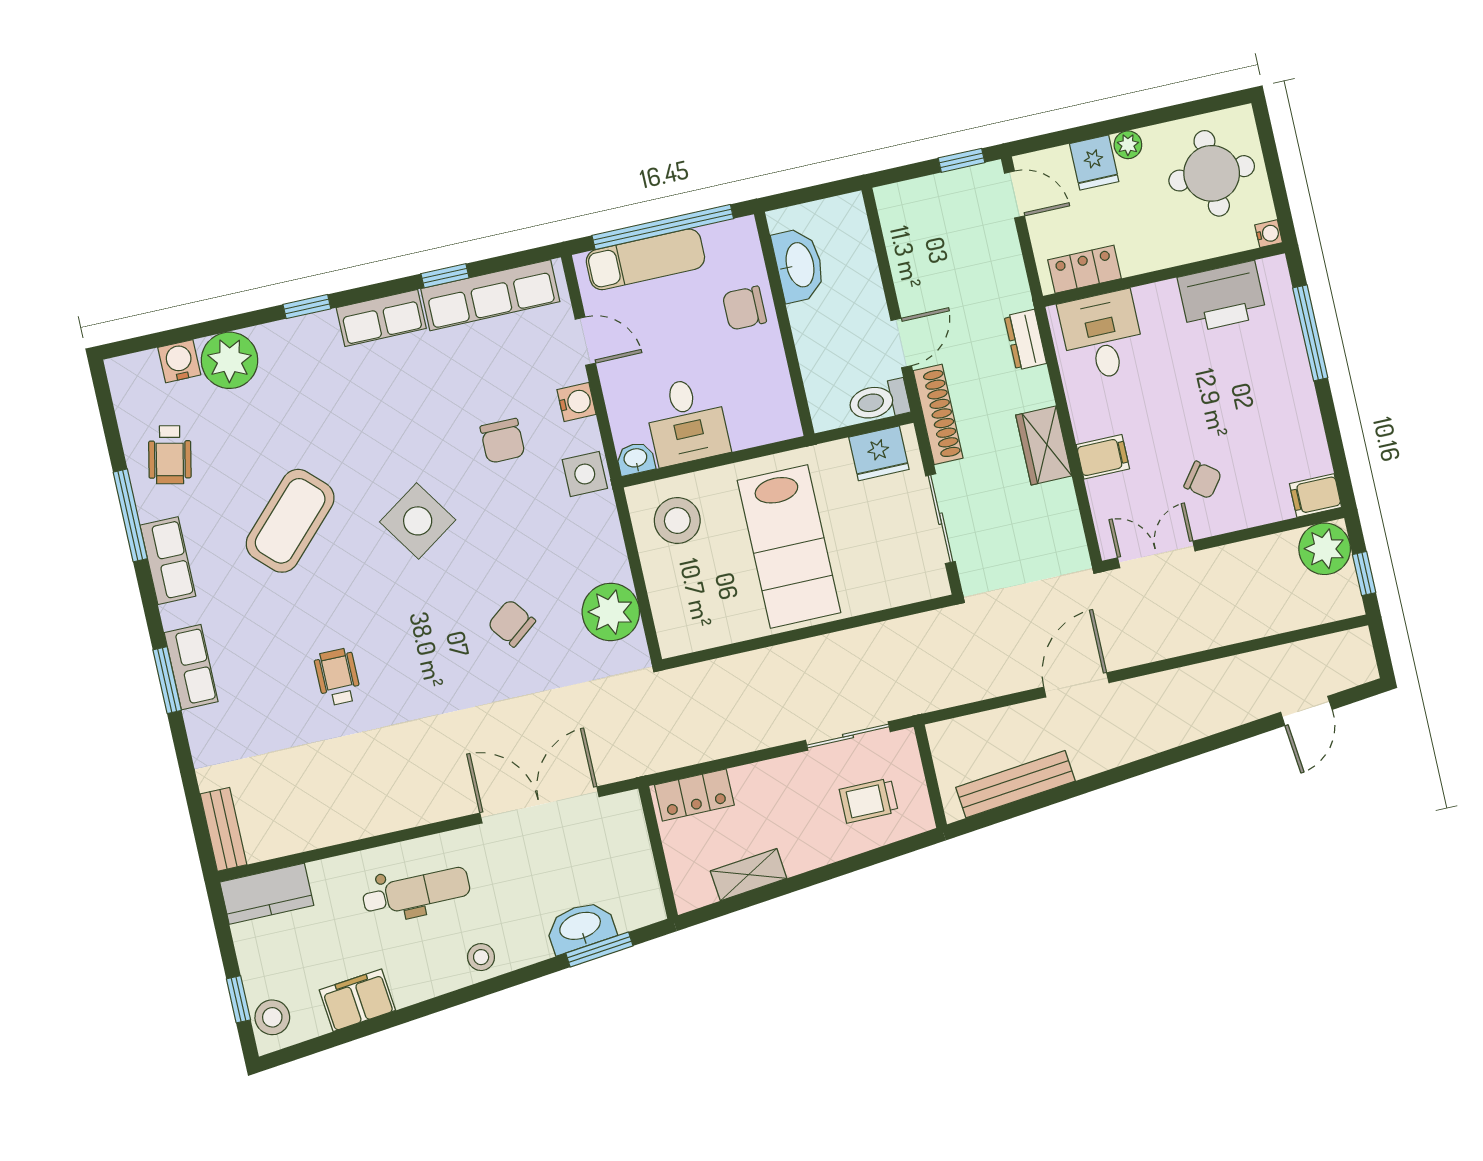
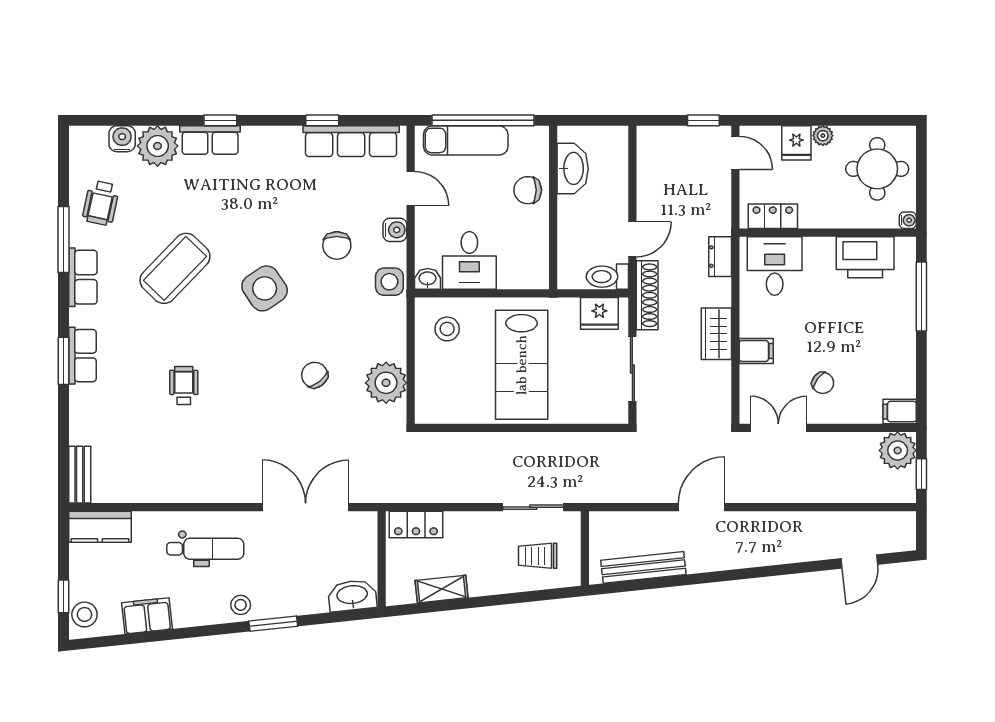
row of seats: (381, 318) -> (210, 140), moved
stool: (677, 521) -> (447, 329), width x0.73, depth x0.73
washbasin: (580, 927) -> (352, 595), moved
window: (599, 949) -> (273, 624), moved

